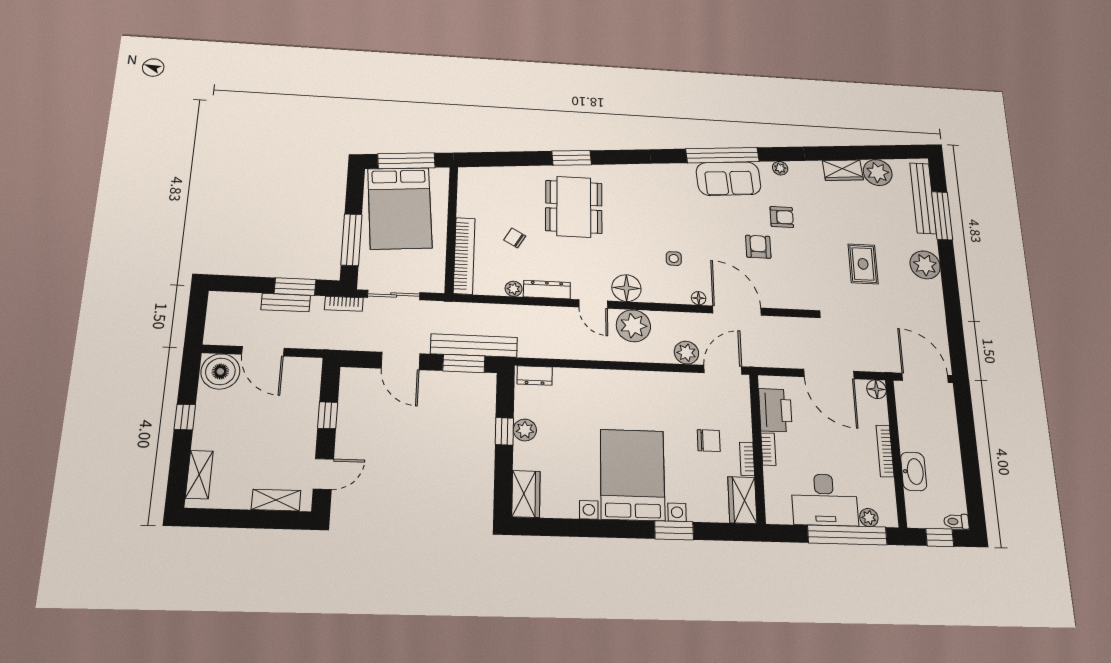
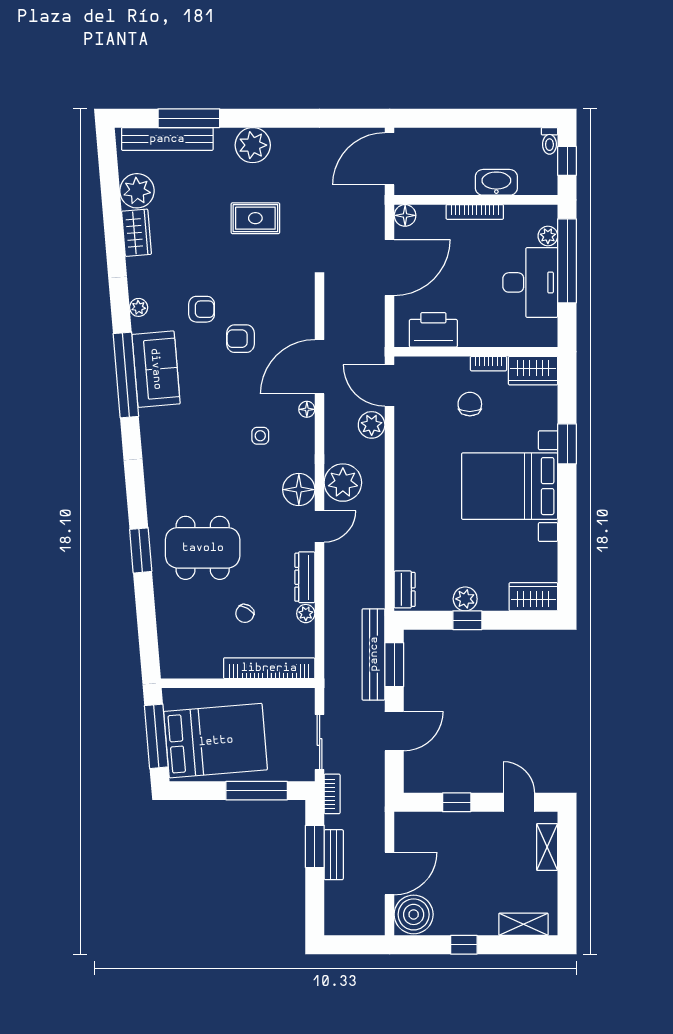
armchair: (782, 217) -> (202, 309), turned 90
bookcase: (768, 449) -> (477, 340), removed

